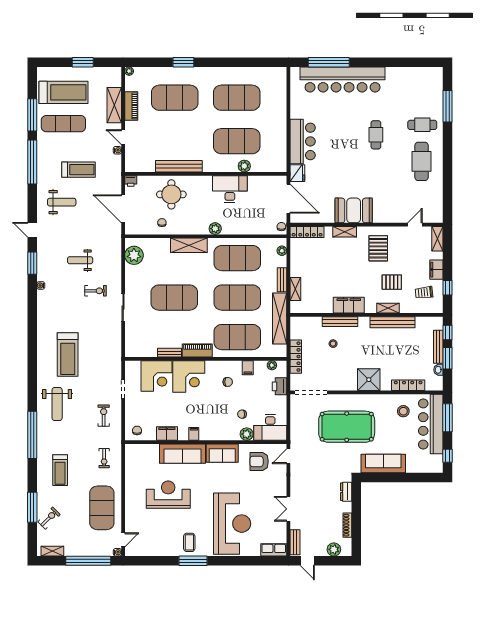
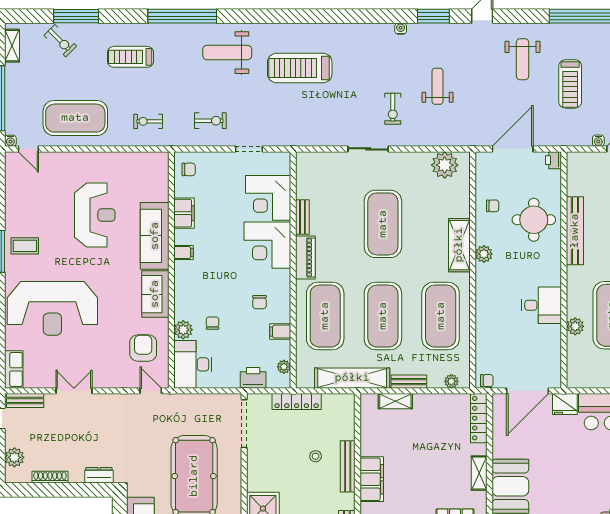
desk: (230, 189) -> (542, 305), width x0.73
plant: (215, 229) -> (484, 254), moved

